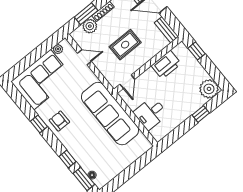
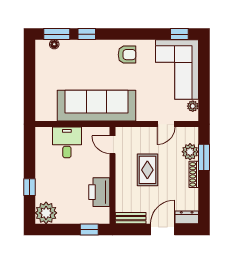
window: (39, 124) -> (179, 34), moved

